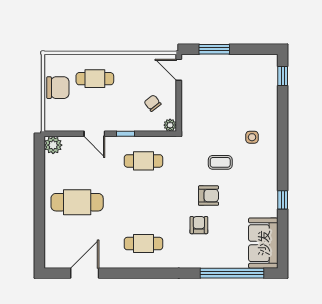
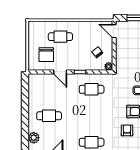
chair: (58, 88) -> (46, 55), moved, turned 90
plant: (53, 145) -> (34, 138), moved
cafe table: (77, 202) -> (49, 116), width x0.73, depth x0.74

